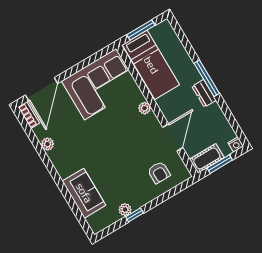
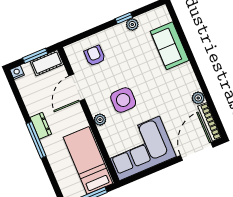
bookcase: (29, 115) -> (210, 122), width x1.56
side table: (124, 131) -> (123, 100), added

